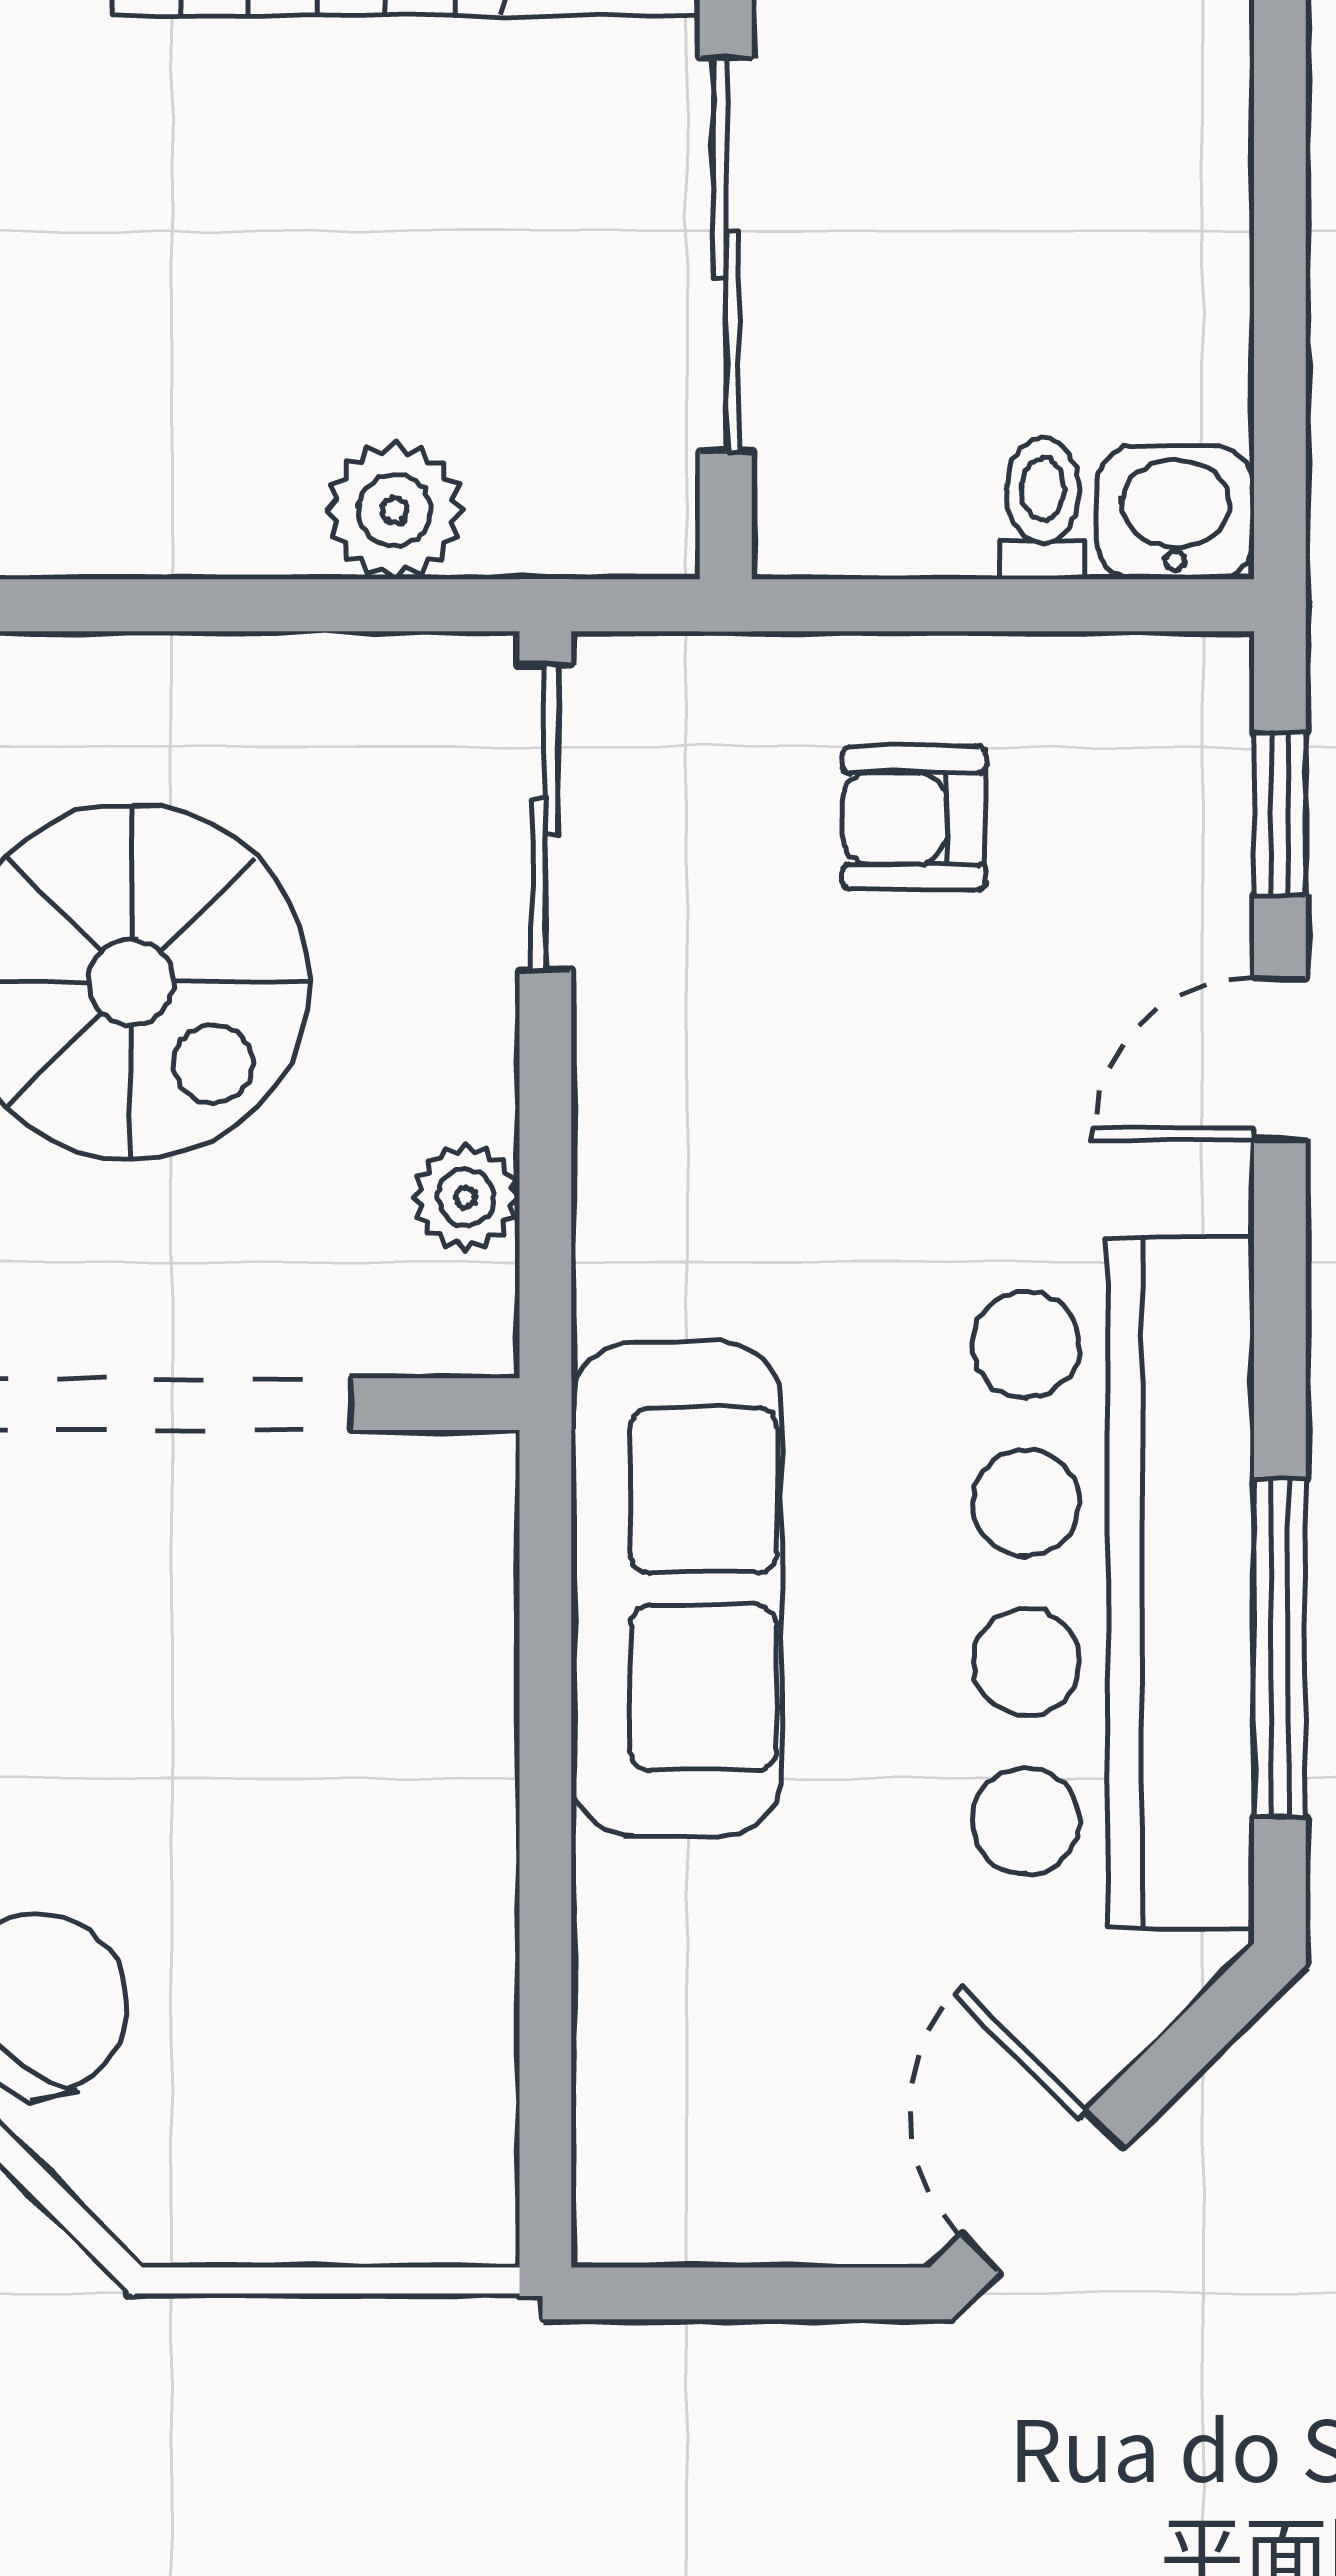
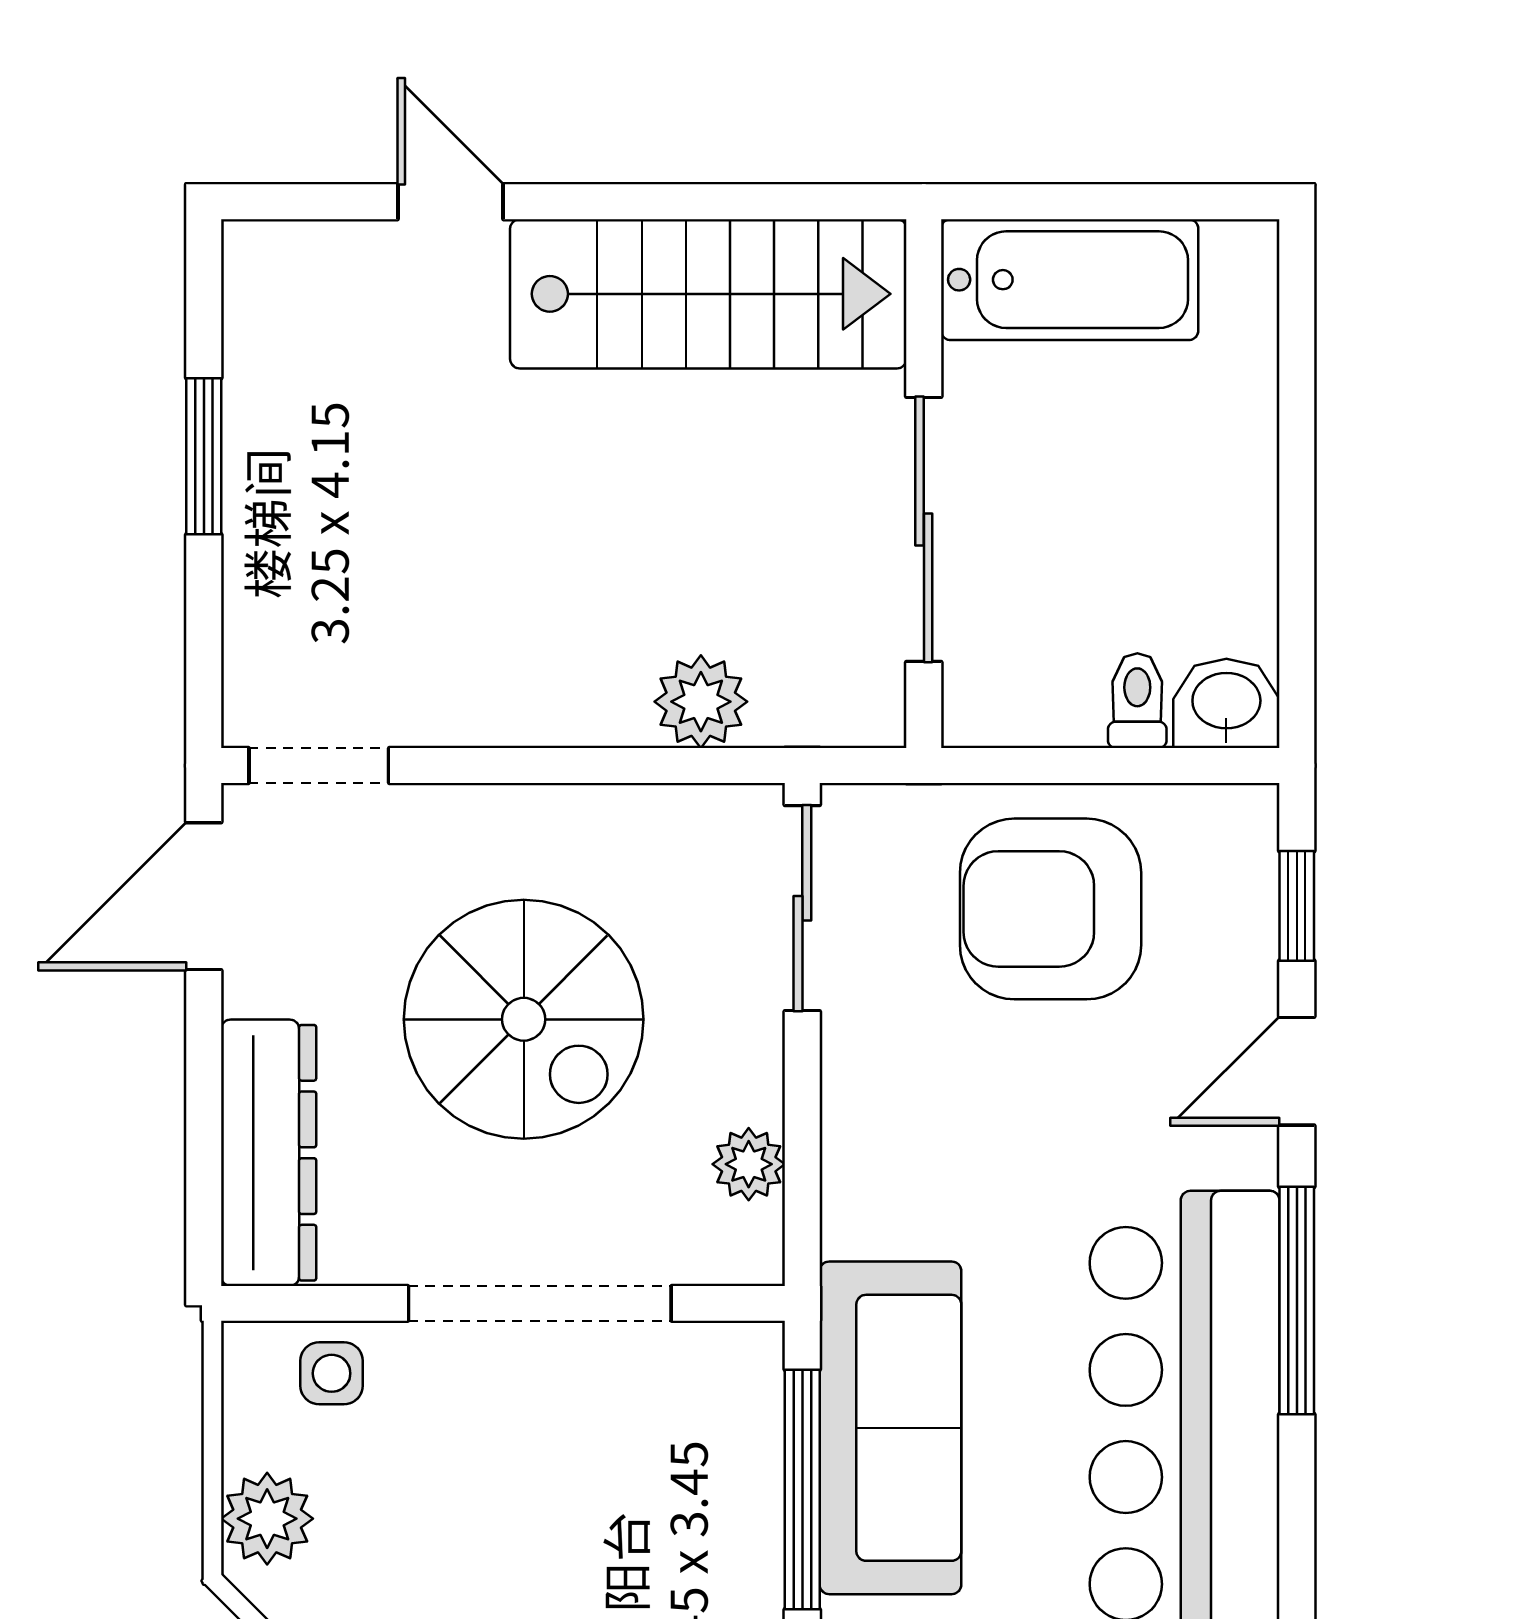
armchair: (914, 818) -> (1051, 909), width x1.88, depth x1.88
window: (1280, 1648) -> (1297, 1300), moved
window: (545, 1681) -> (802, 1490), added

